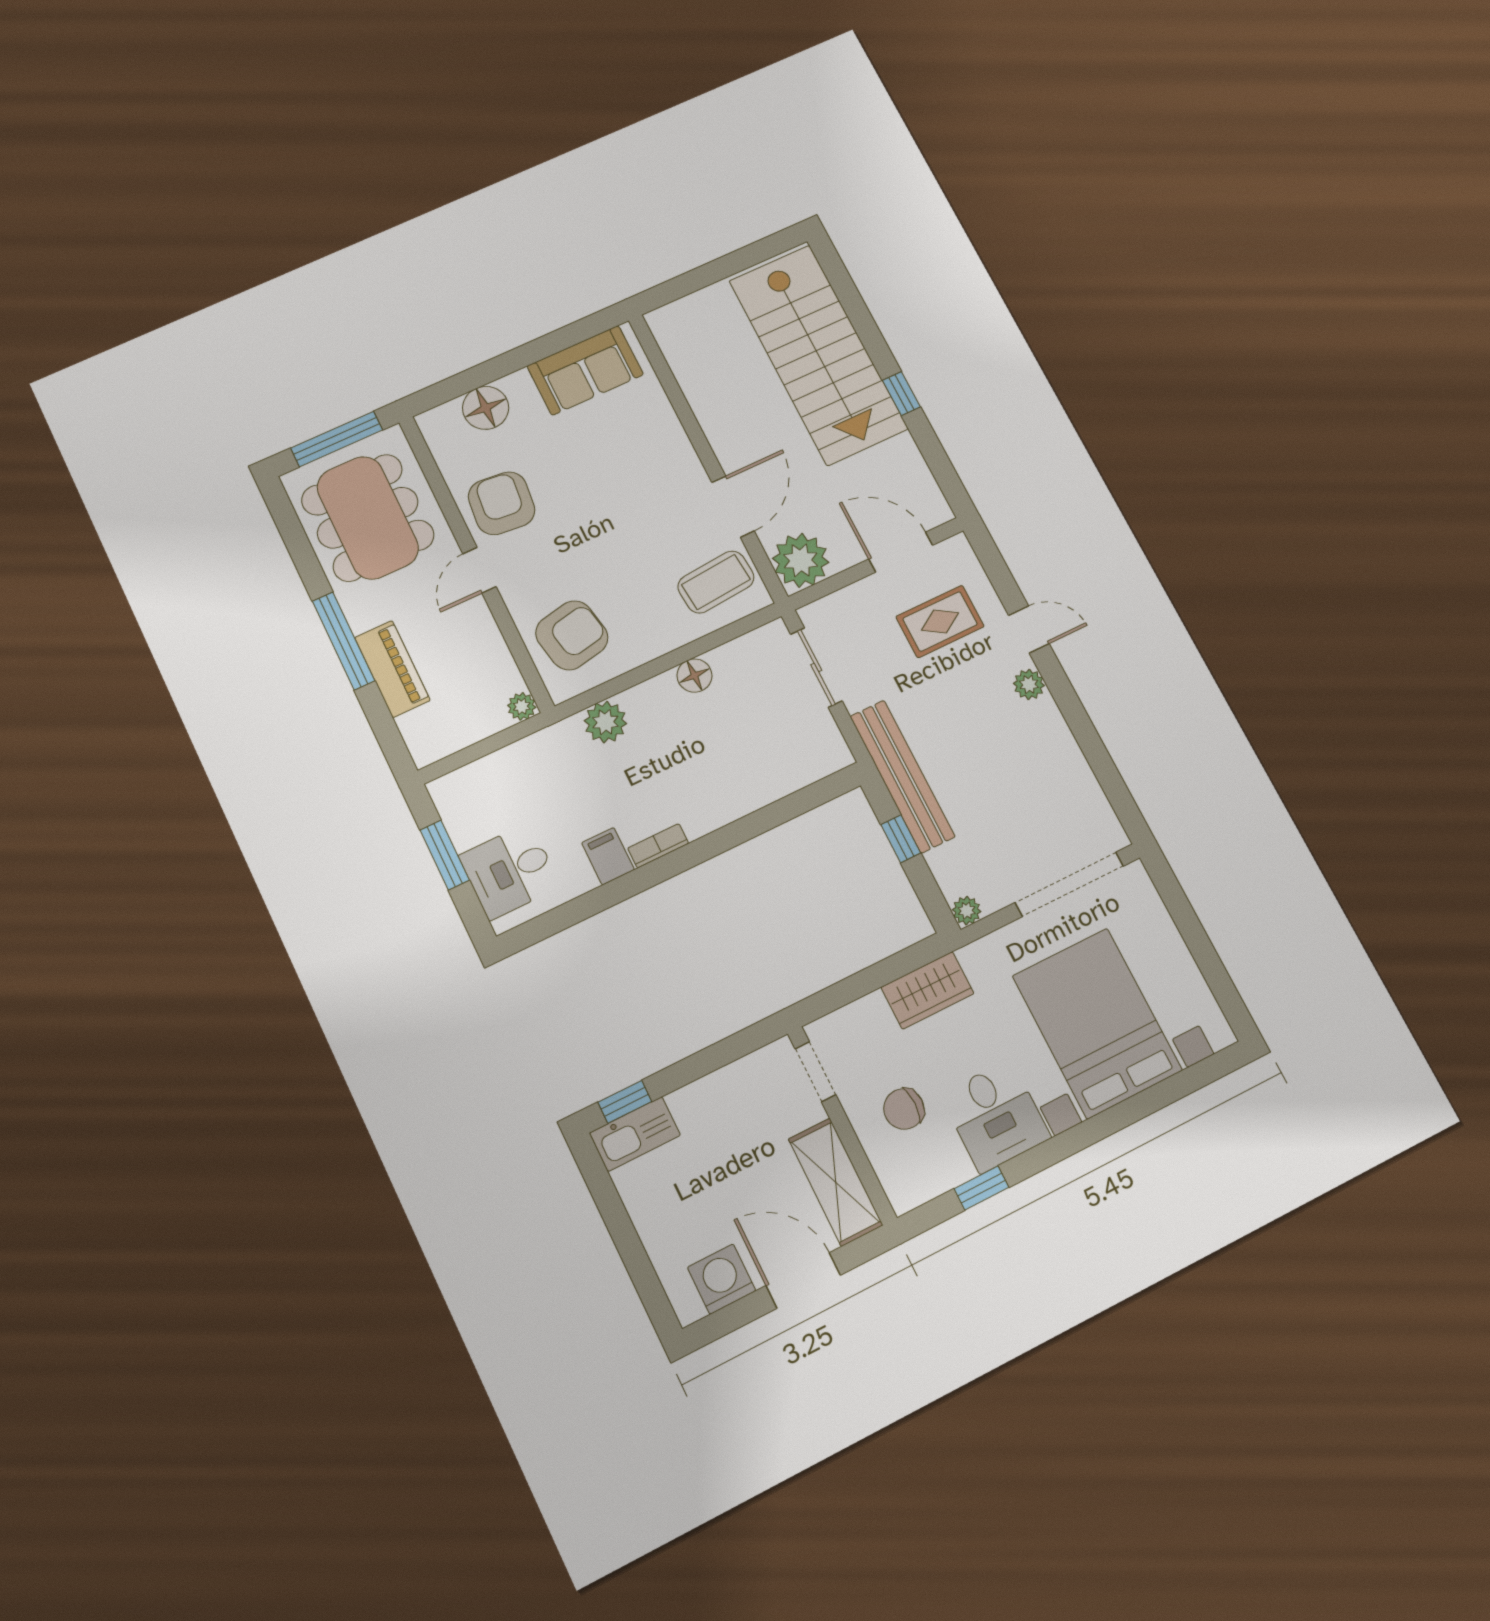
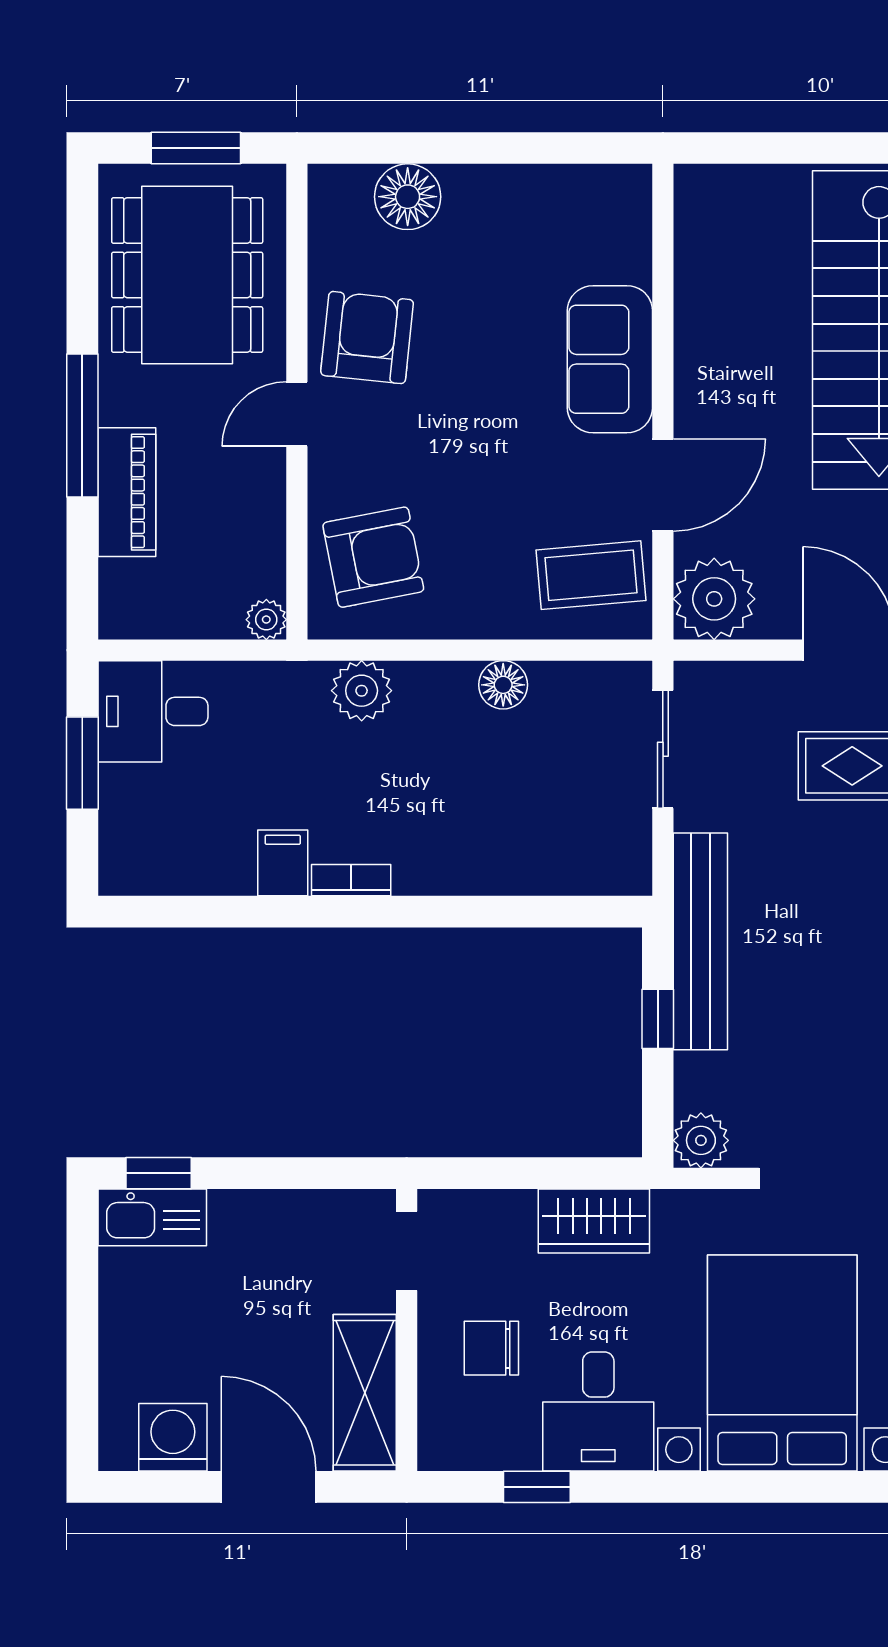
sofa: (585, 370) -> (610, 359), moved, turned 90
window: (337, 439) -> (196, 148), width x0.69
desk: (510, 871) -> (153, 711), moved
plant: (967, 911) -> (701, 1140), width x1.38, depth x1.38

